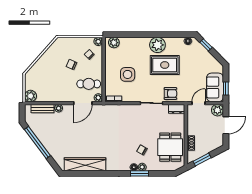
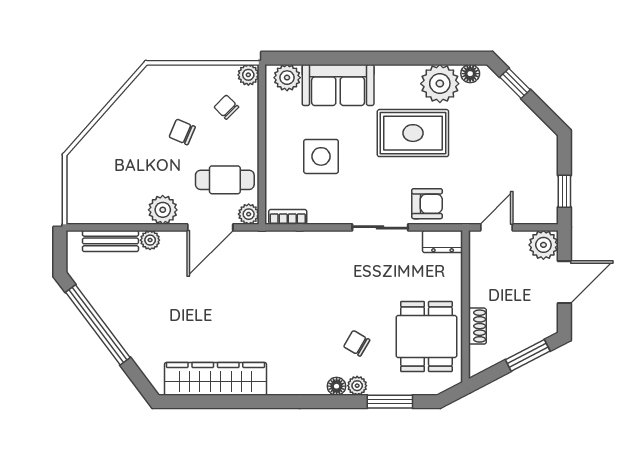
plant: (157, 45) -> (440, 84), moved
sofa: (215, 87) -> (338, 85), moved, turned -90
plant: (30, 96) -> (163, 210), moved
window: (202, 160) -> (528, 355), moved
window: (140, 173) -> (390, 402), moved

